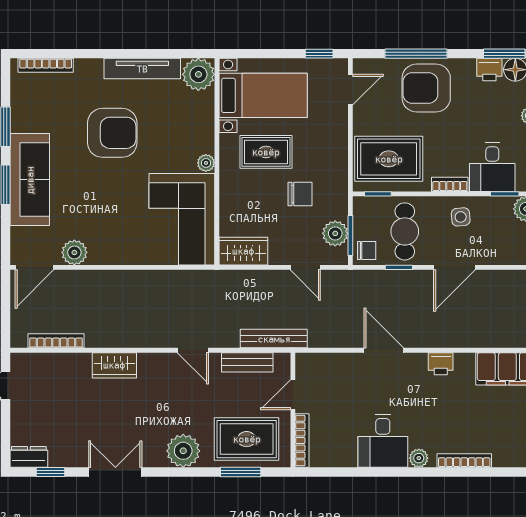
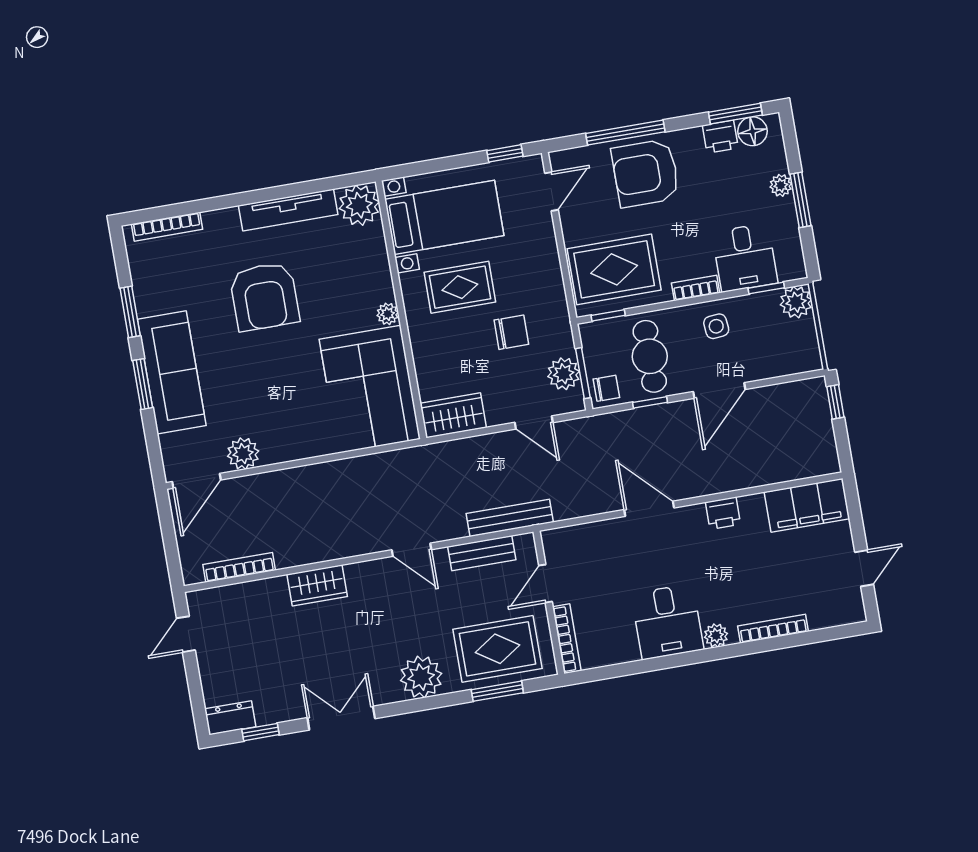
armchair: (112, 133) -> (264, 296), turned 90

